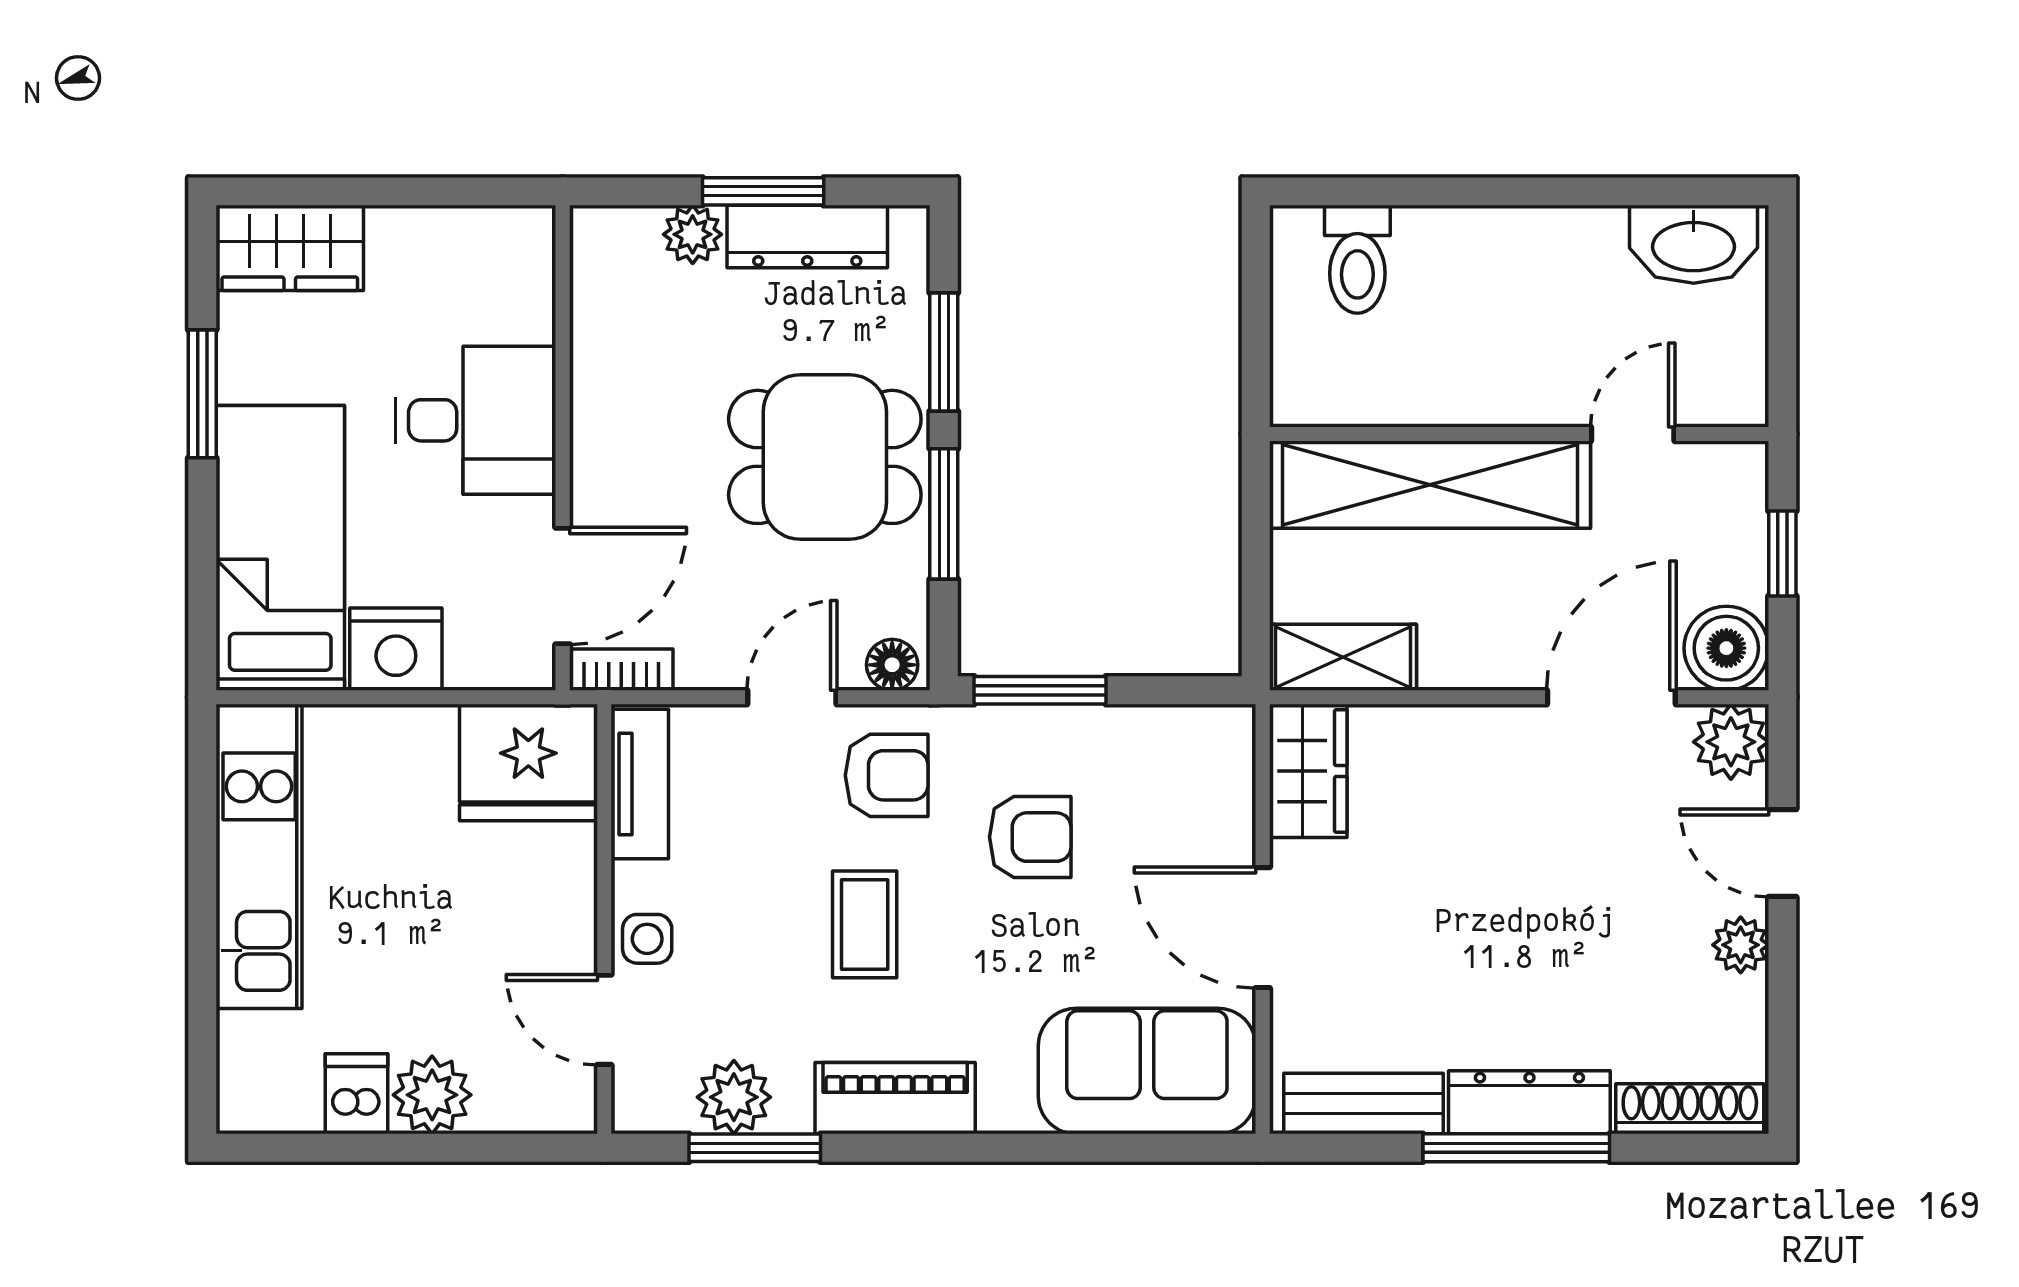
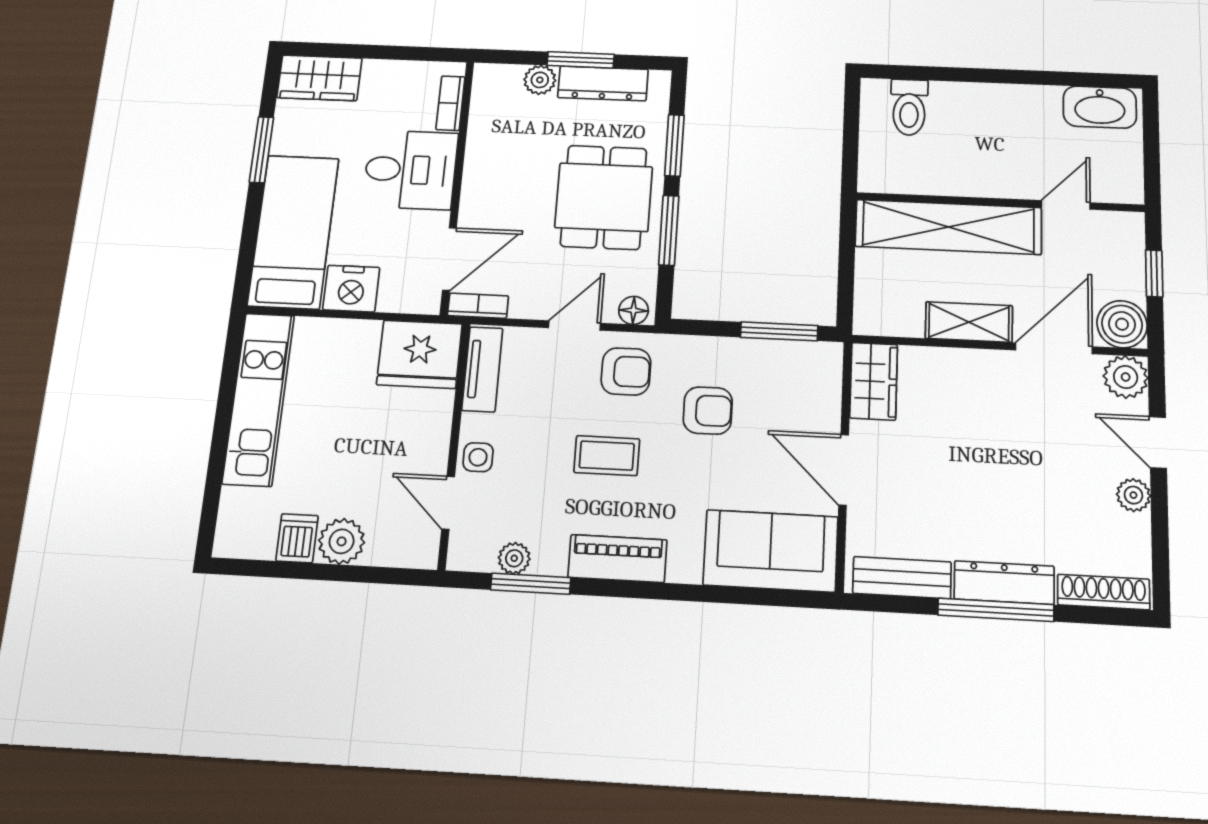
bookcase: (534, 287) -> (450, 103), added
dining table: (825, 457) -> (604, 197), turned 90
shelving: (1343, 657) -> (969, 322), moved
window: (1040, 690) -> (779, 331), moved
coffee table: (865, 924) -> (607, 456), turned 90
plant: (734, 1097) -> (514, 558), width x0.73, depth x0.73

